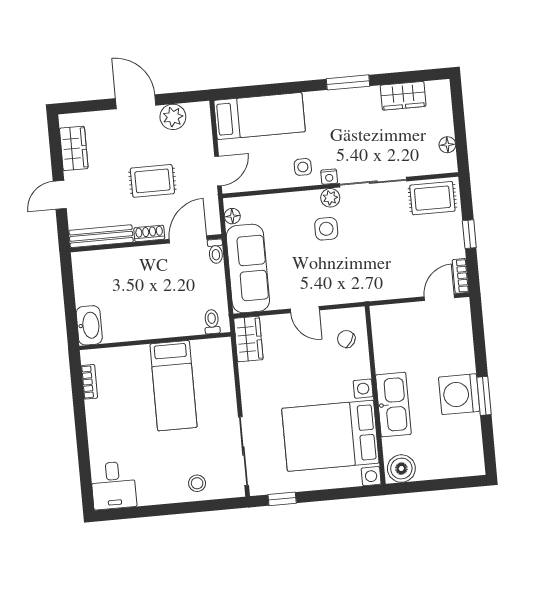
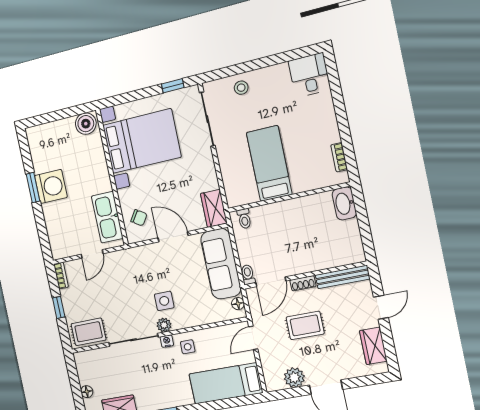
floor lamp: (447, 145) -> (87, 392), moved
door: (439, 297) -> (92, 254), moved
door: (305, 310) -> (173, 237), width x1.38
kitchen sink: (393, 405) -> (107, 217), moved

